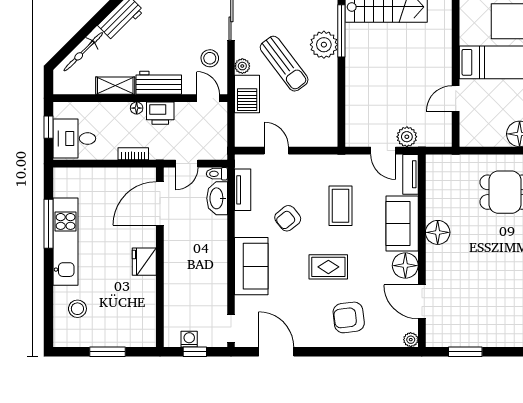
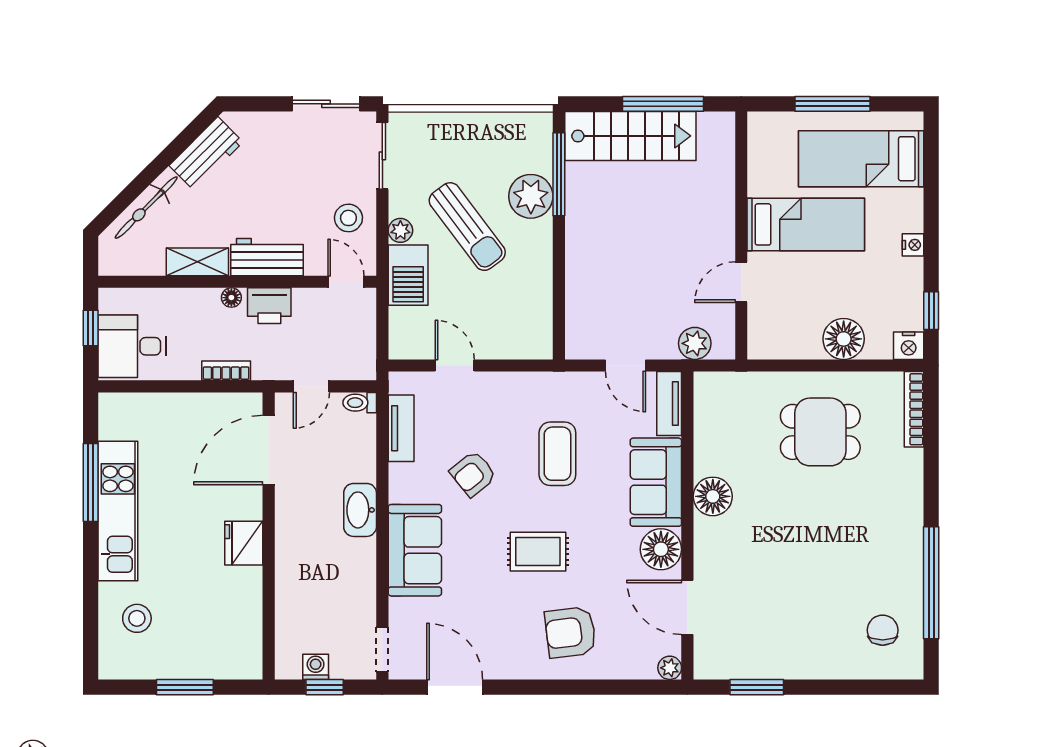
plant: (407, 137) -> (695, 343), moved
washbasin: (217, 198) -> (360, 510), moved

